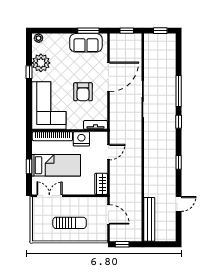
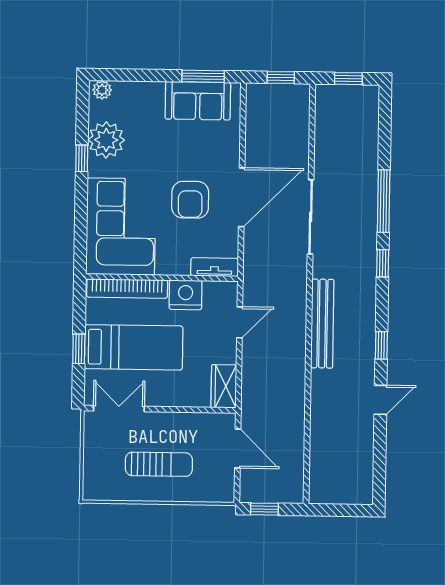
door: (108, 77) -> (242, 197), moved
door: (179, 204) -> (380, 400), moved
bench: (149, 219) -> (322, 324), moved

